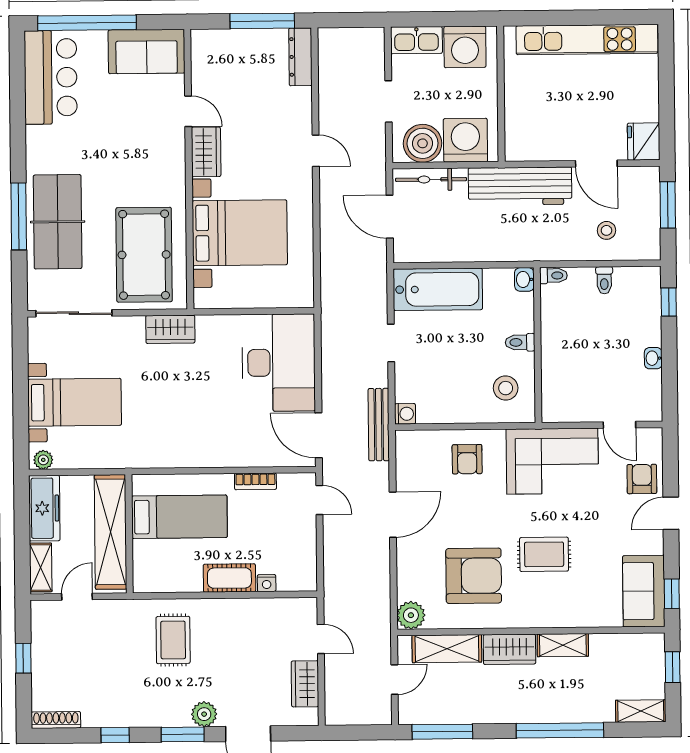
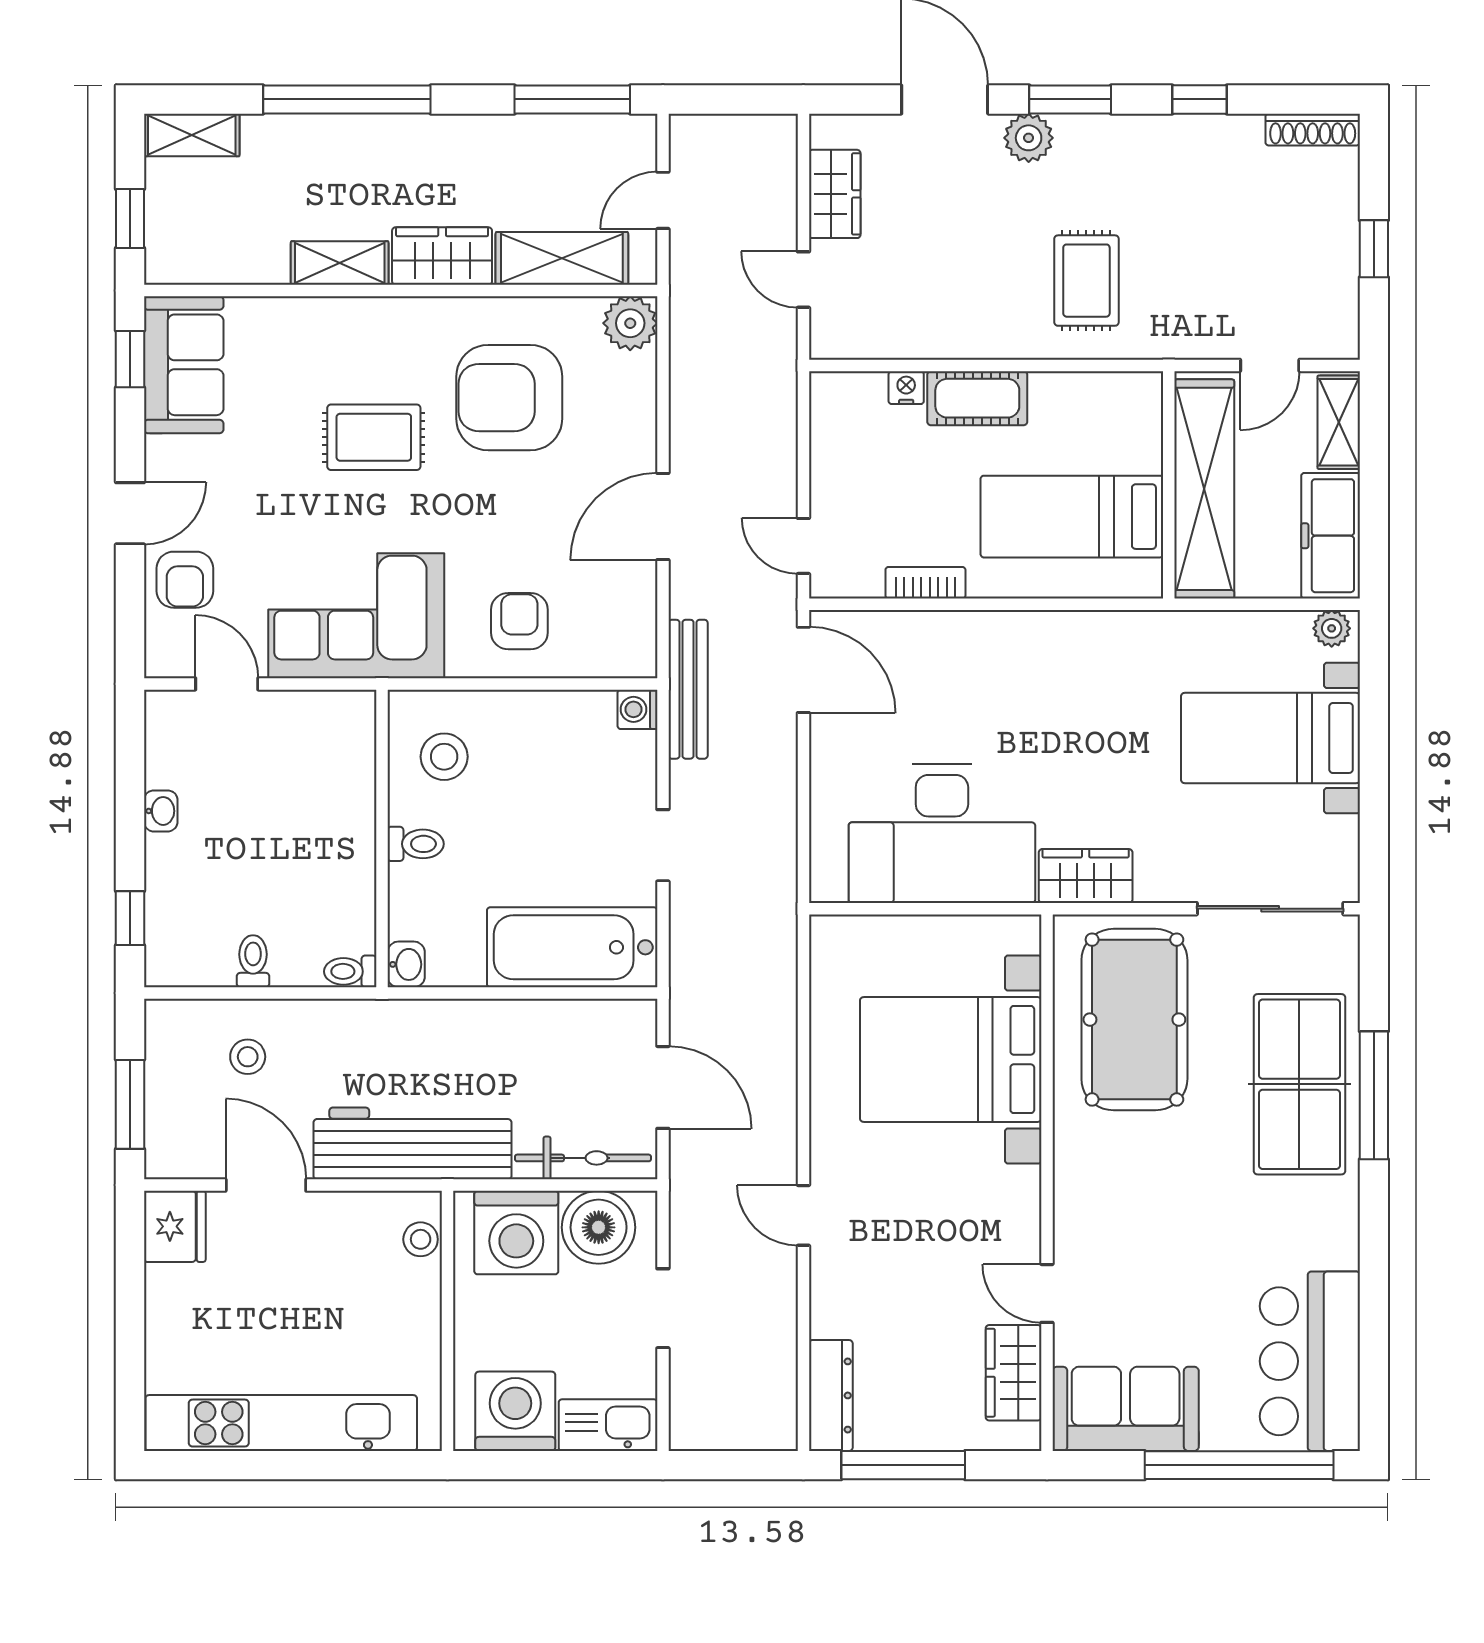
stool: (515, 136) -> (421, 1239), added
wardrobe: (206, 152) -> (1014, 1373), moved
desk: (279, 363) -> (942, 833), moved, turned -90

